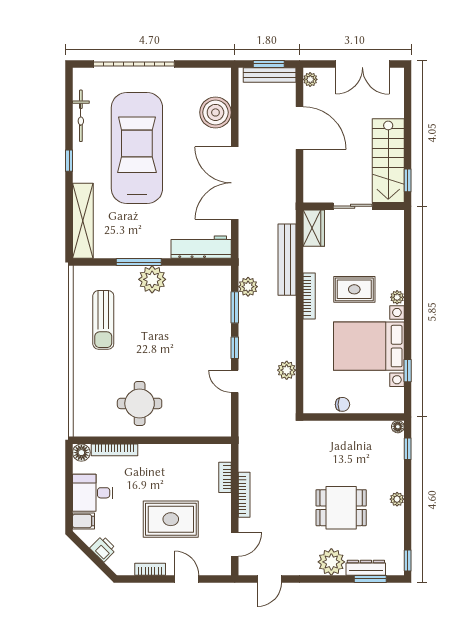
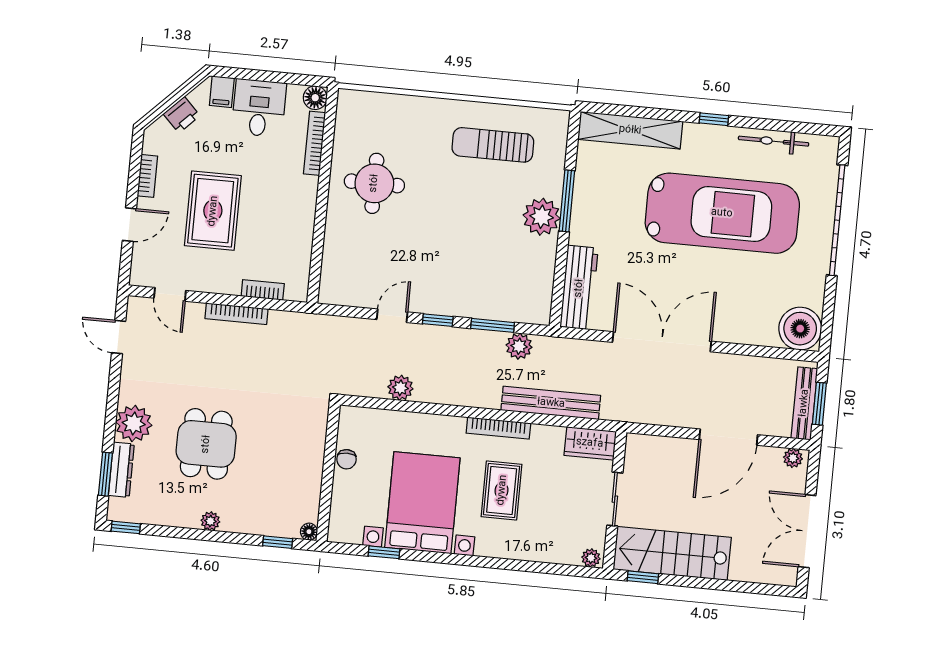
boiler: (215, 112) -> (800, 329), moved
plant: (397, 297) -> (591, 558), moved

